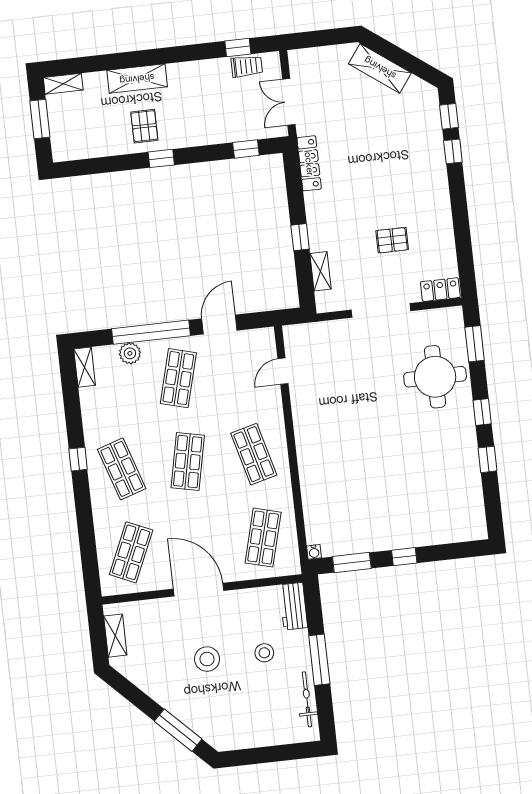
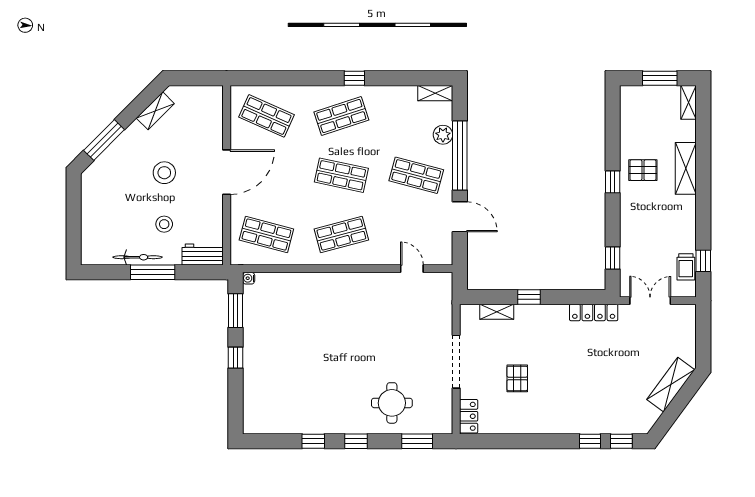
round table: (435, 377) -> (392, 403), width x0.73, depth x0.73
shelving: (115, 636) -> (155, 111), moved, turned -45
bicycle: (307, 699) -> (138, 257), moved

